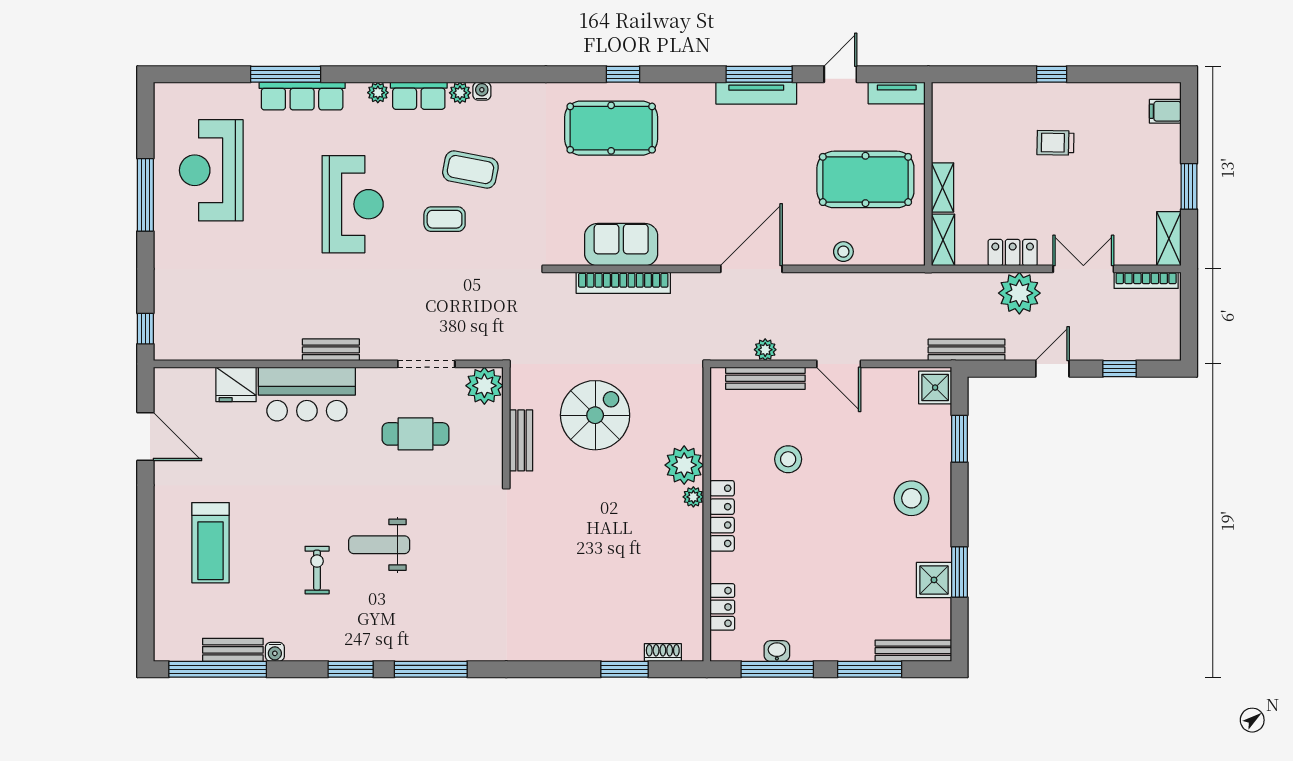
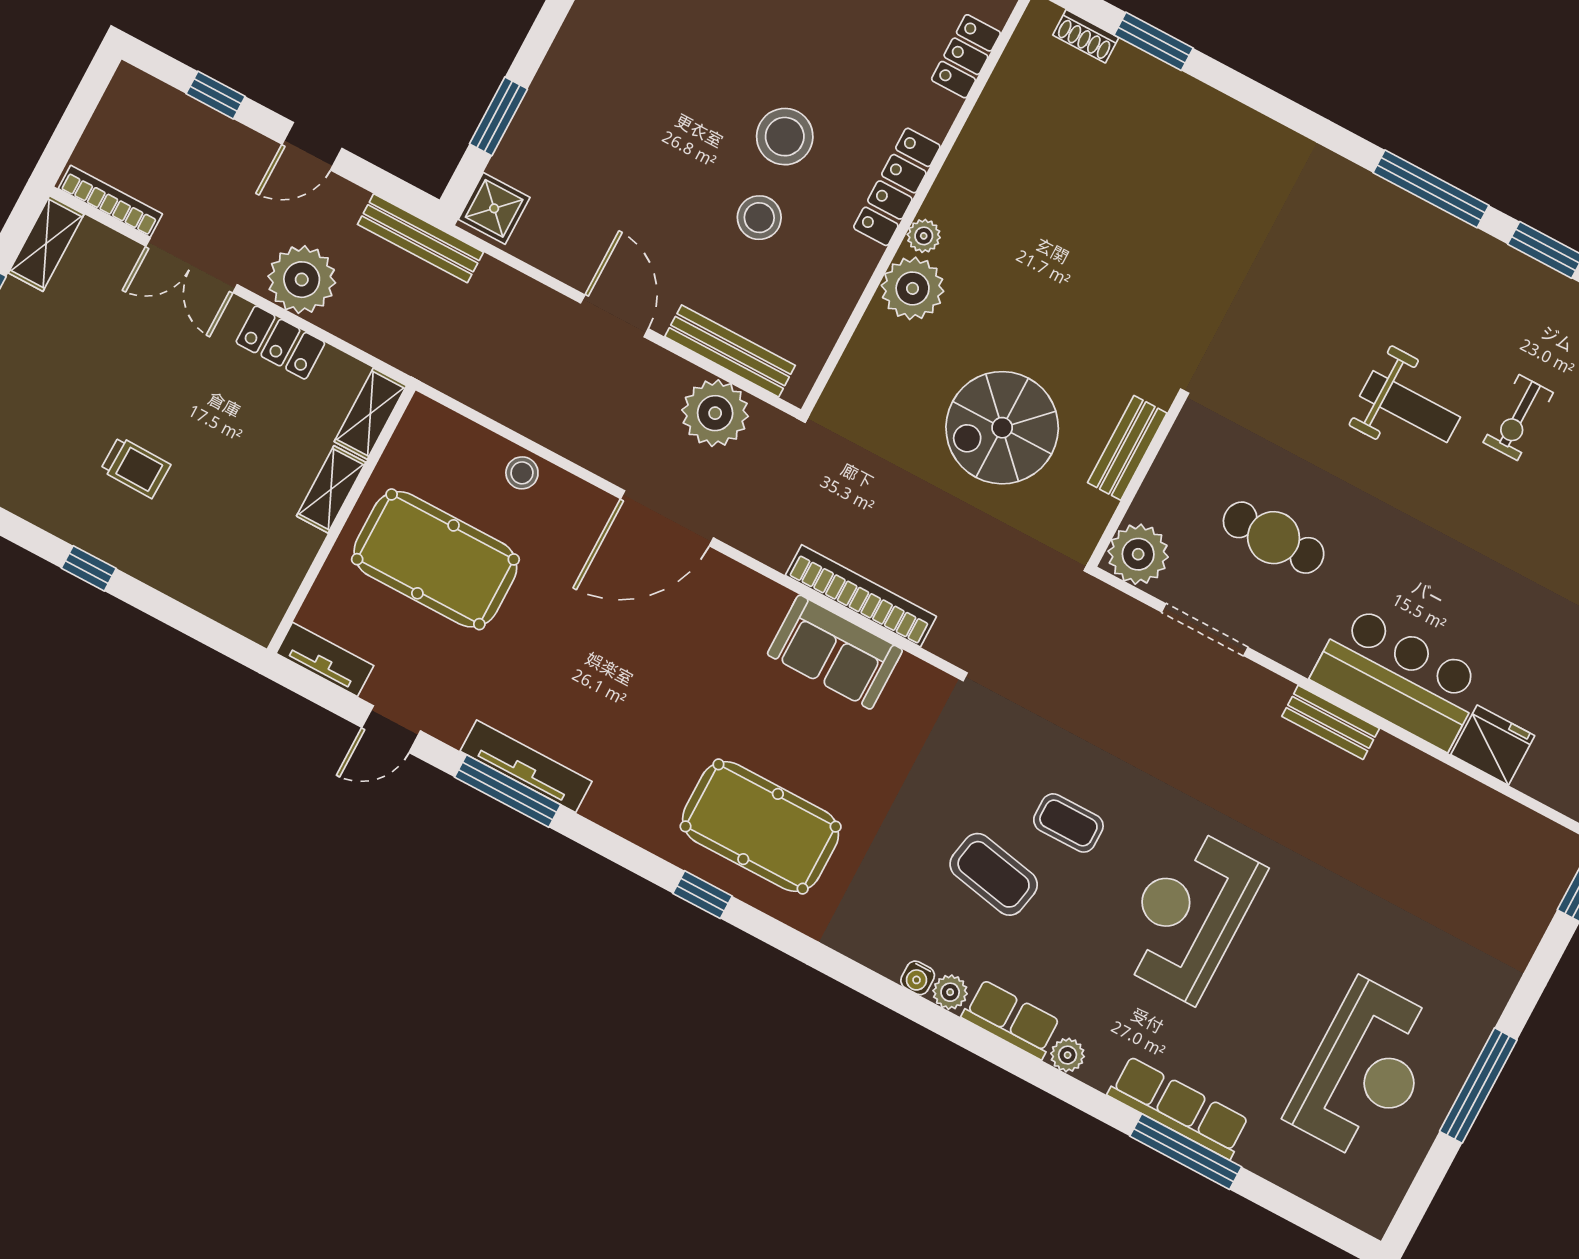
plant: (765, 350) -> (715, 413), width x1.87, depth x1.87
stool: (911, 498) -> (785, 137), moved

